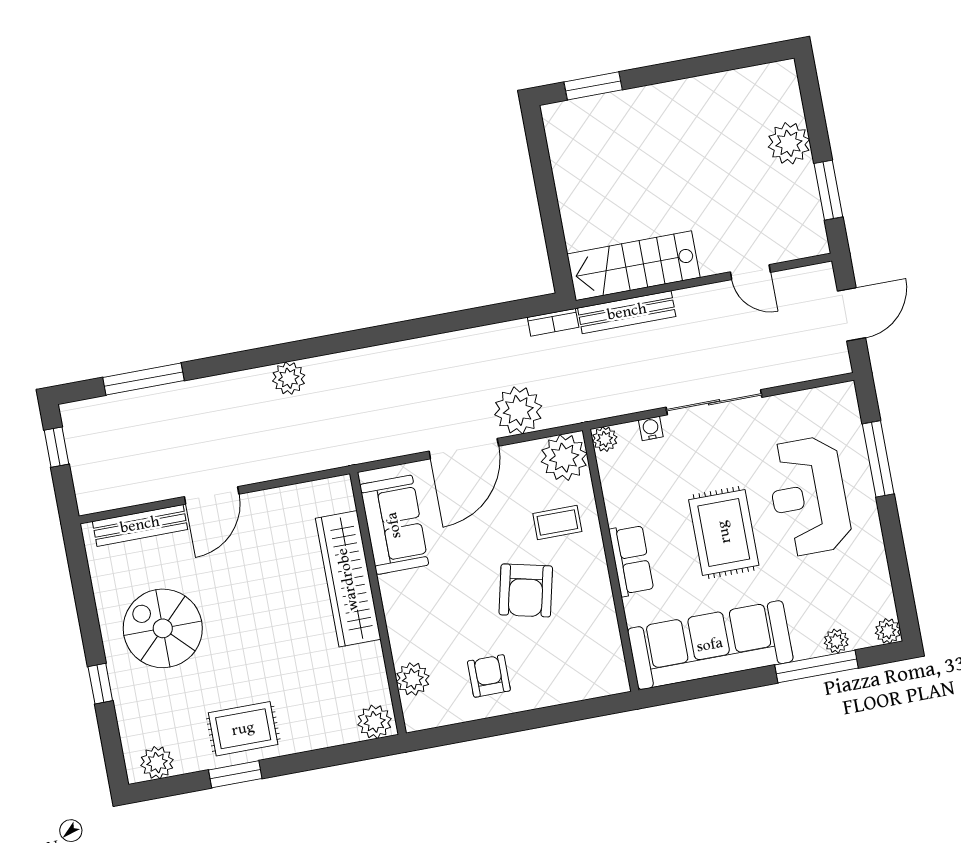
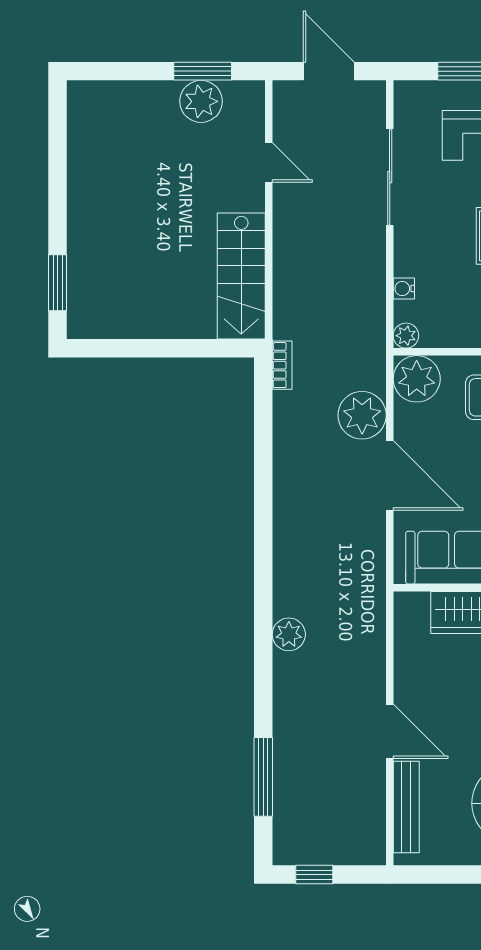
plant: (789, 143) -> (201, 101), moved
door: (750, 272) -> (269, 163), hinge flipped
bench: (627, 312) -> (286, 291), removed
sliding door: (714, 402) -> (390, 177), moved

